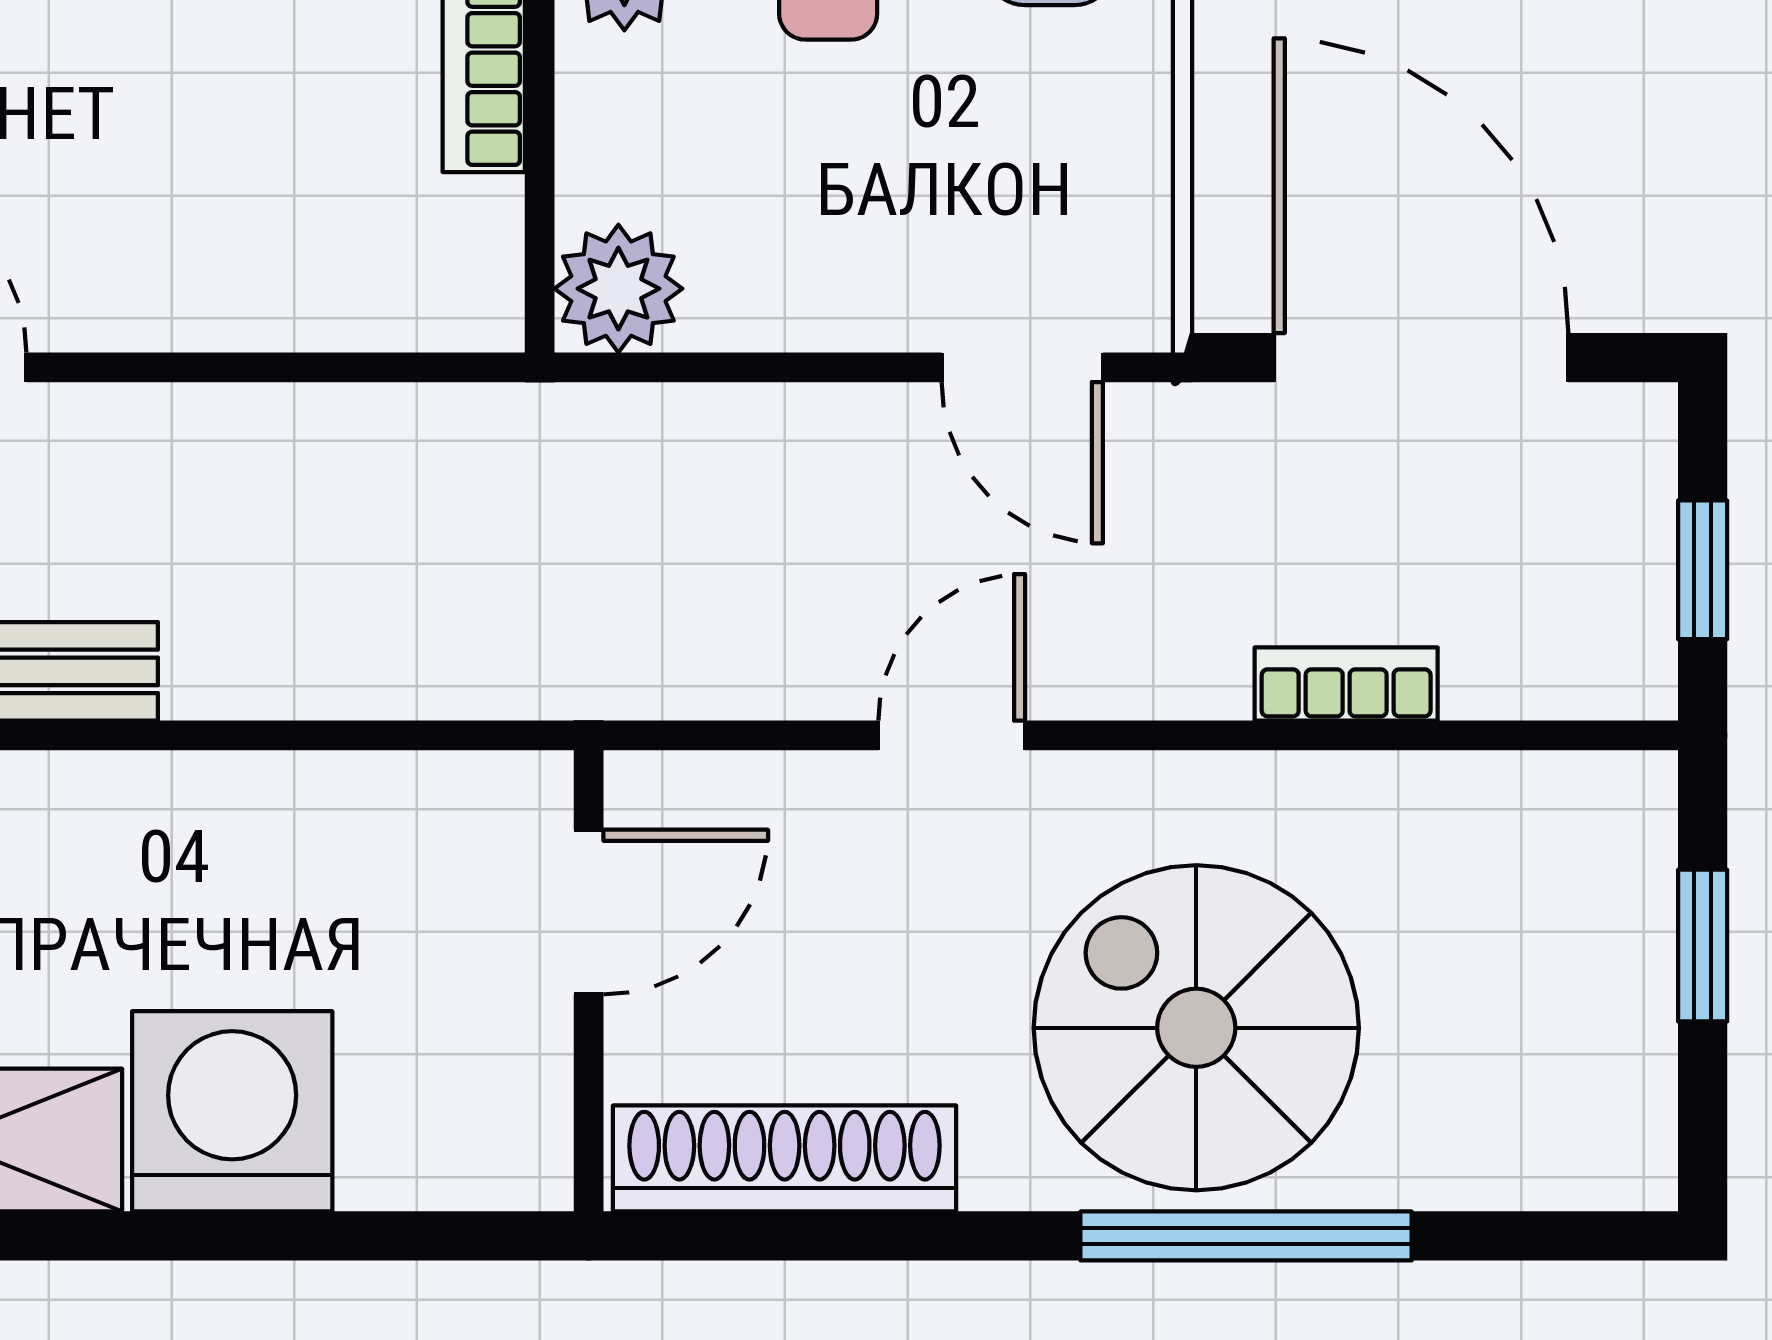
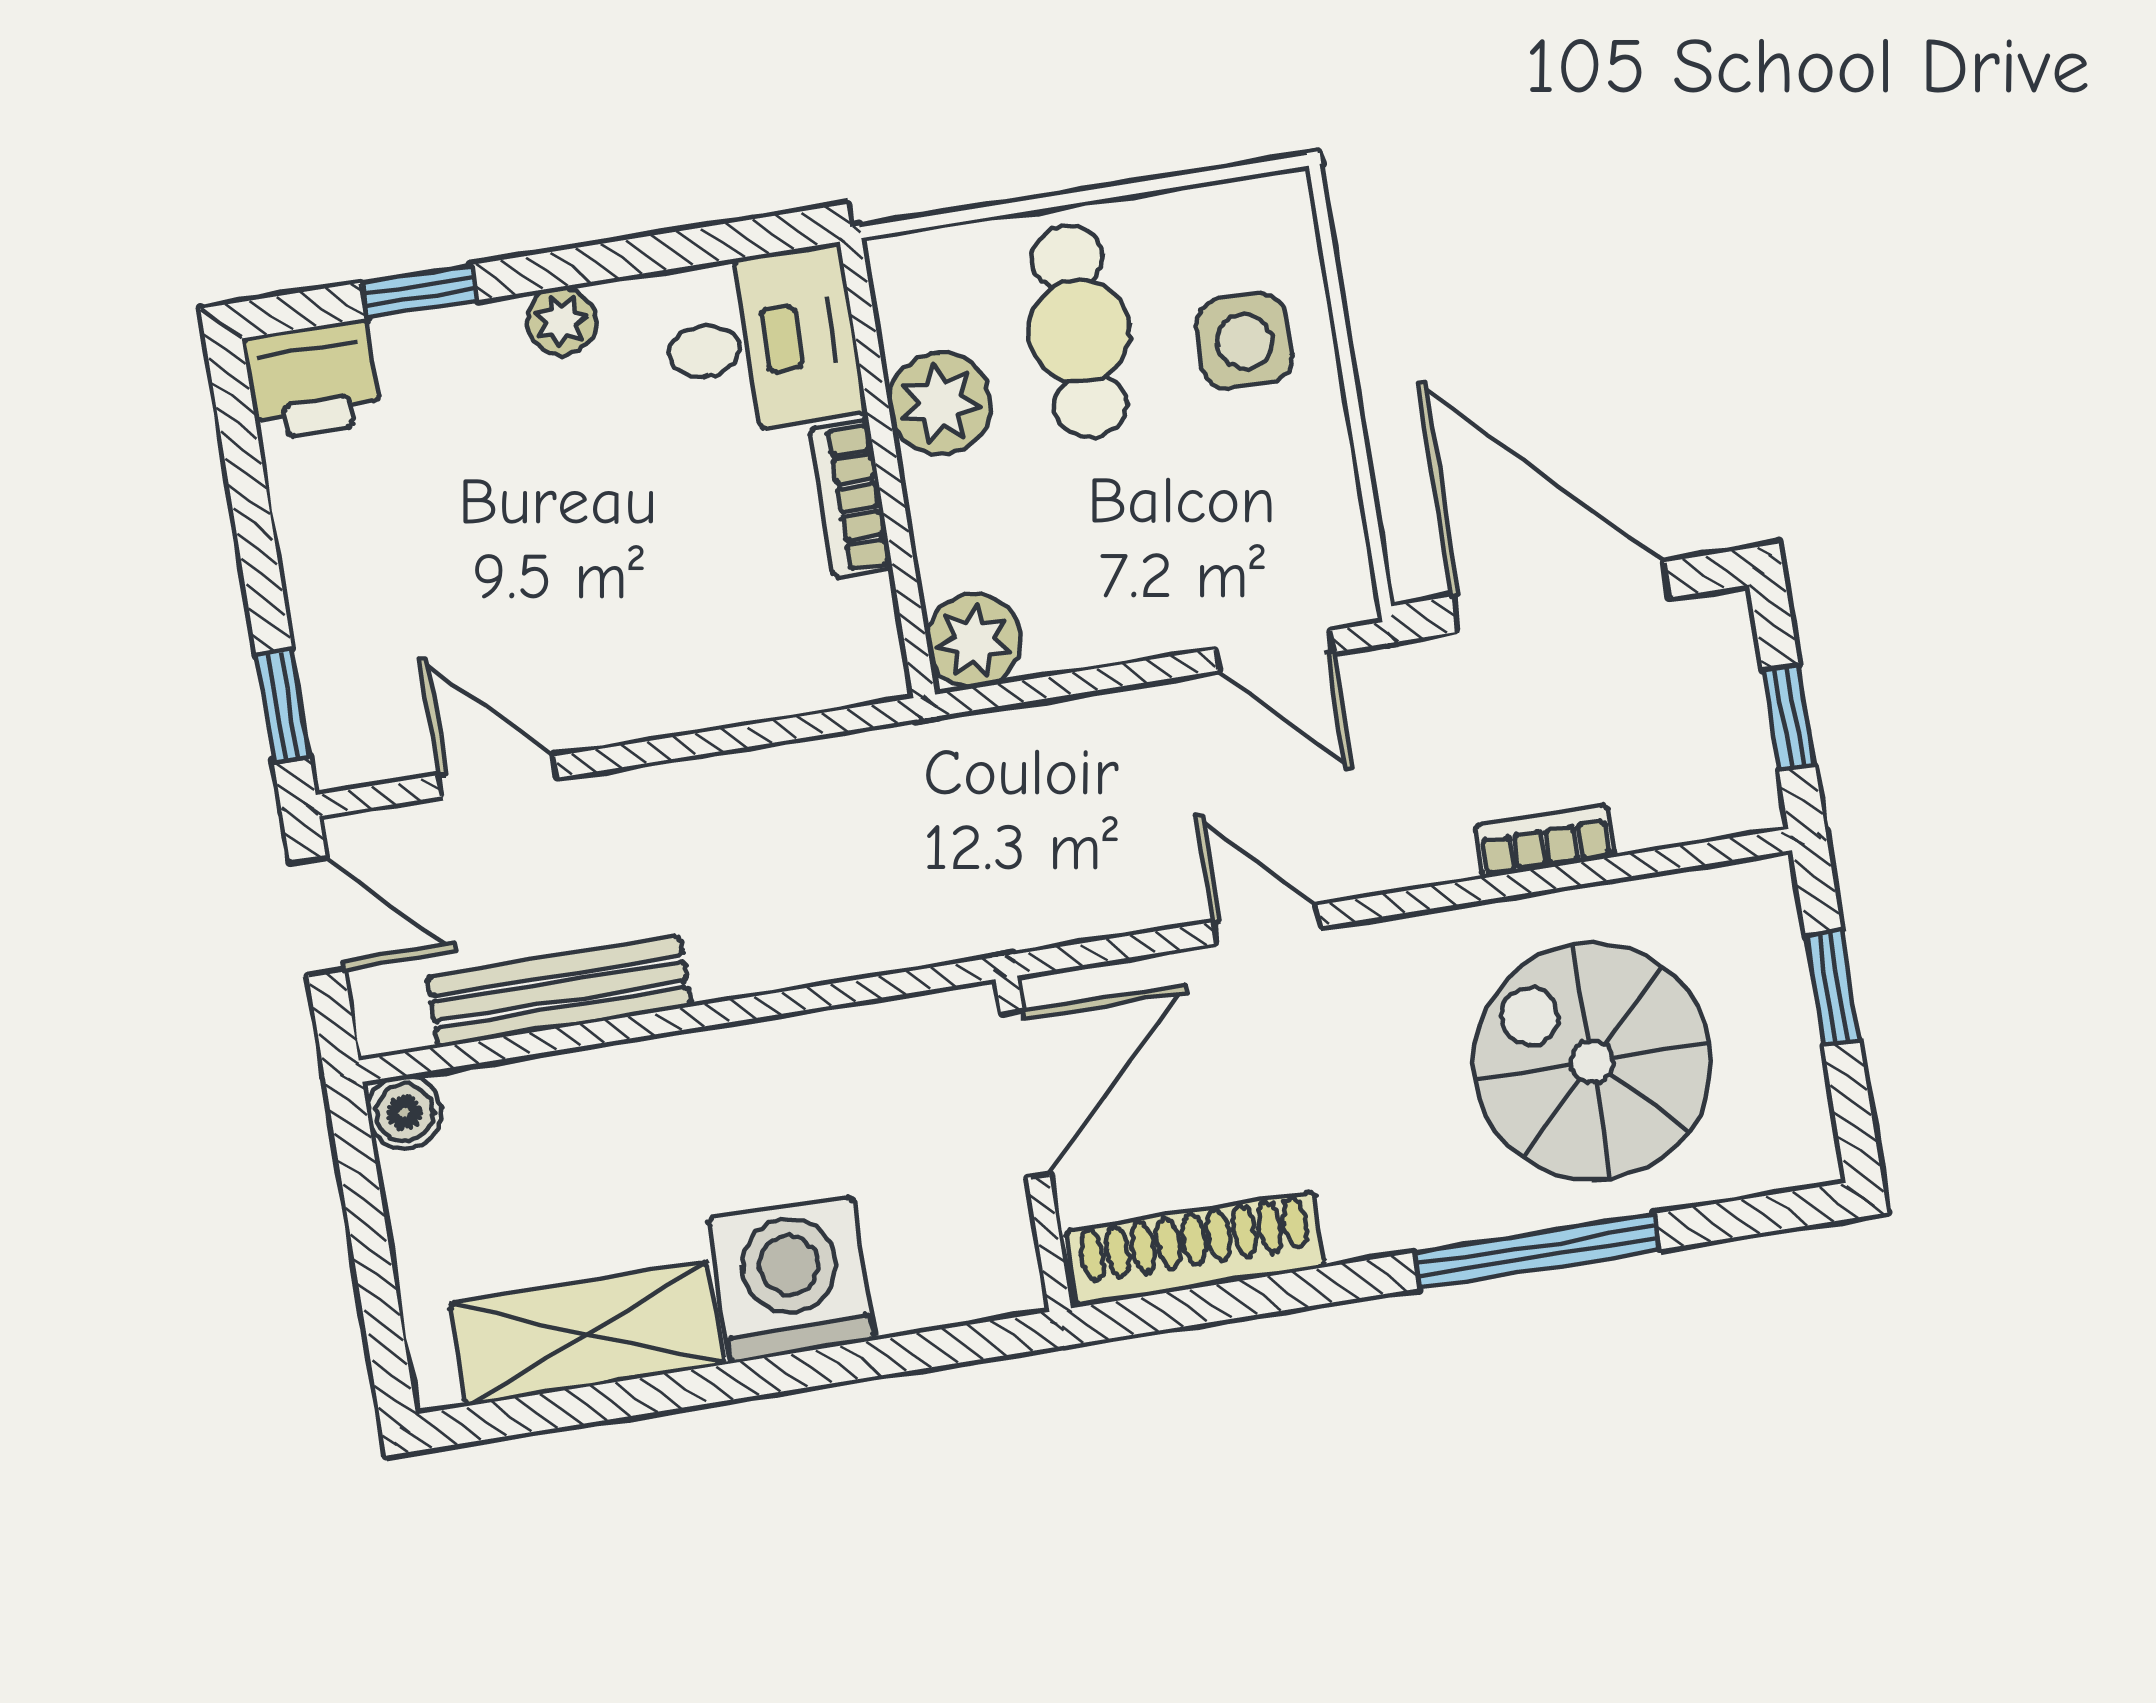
door: (952, 735) -> (1266, 924), hinge flipped
door: (589, 912) -> (1025, 1094), width x1.38
spiral stairs: (1196, 1028) -> (1592, 1062), moved

